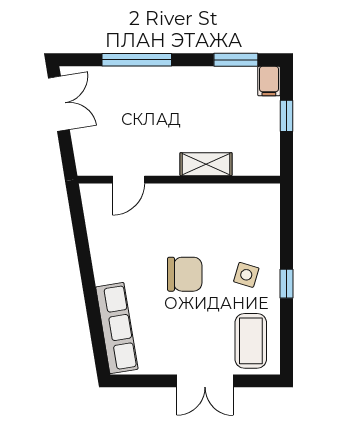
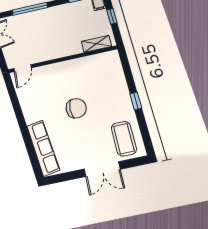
shelving: (206, 164) -> (97, 44), moved
door: (129, 180) -> (22, 68), moved
side table: (246, 275) -> (111, 101), removed

